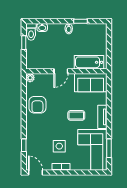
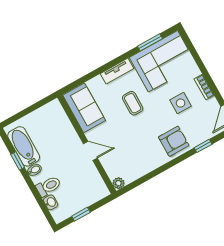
toilet: (31, 32) -> (48, 186), moved
bathtub: (89, 62) -> (24, 146), moved, turned 180
armchair: (37, 105) -> (174, 141), moved

